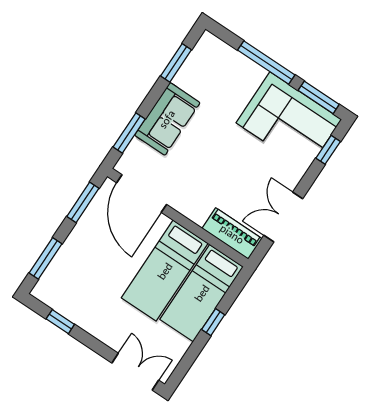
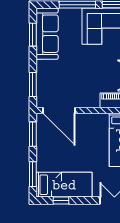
sofa: (167, 119) -> (47, 34), moved, width x1.36
bed: (165, 271) -> (64, 185), moved, turned -90

